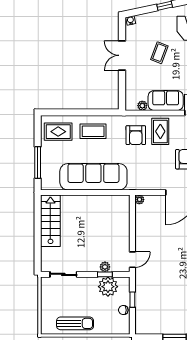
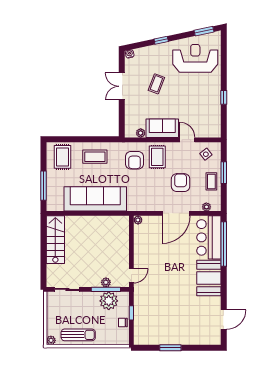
rug: (58, 132) -> (63, 157), turned 90
window: (105, 274) -> (106, 289), width x2.17
plant: (46, 329) -> (51, 340), added

